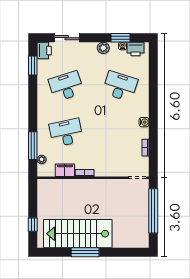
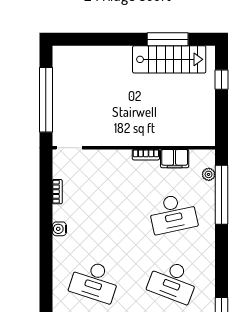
desk: (66, 86) -> (173, 281), turned 39
window: (33, 146) -> (221, 195), width x1.46
stairs: (78, 234) -> (169, 59), width x0.73, depth x0.66
window: (85, 252) -> (168, 39), moved

